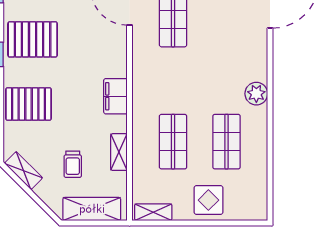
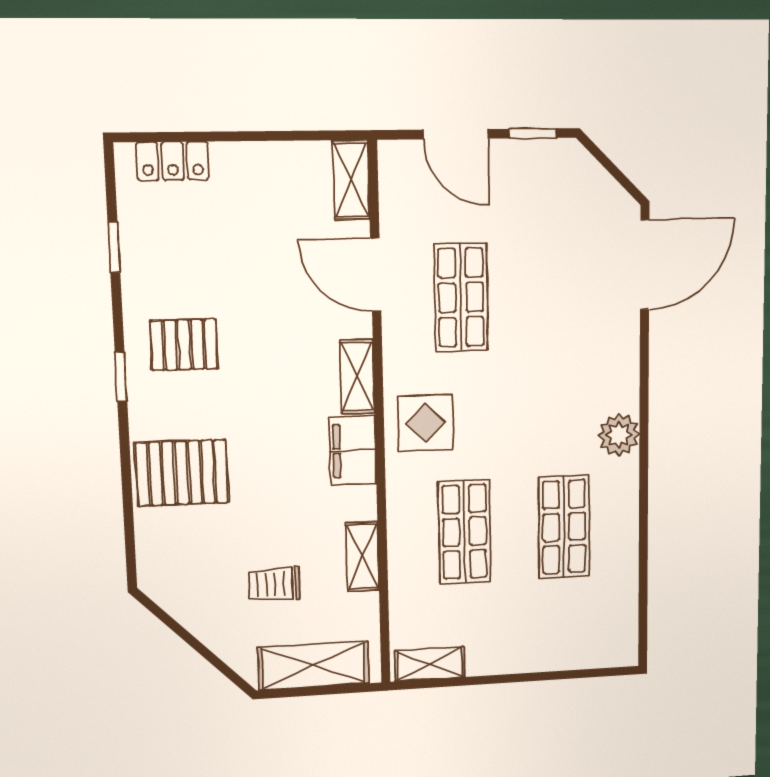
pallet: (33, 39) -> (184, 345), width x0.67, depth x0.71
trolley: (73, 164) -> (274, 584), turned 90
shelving: (23, 171) -> (357, 376), moved, turned 45
display table: (208, 200) -> (426, 423), moved

